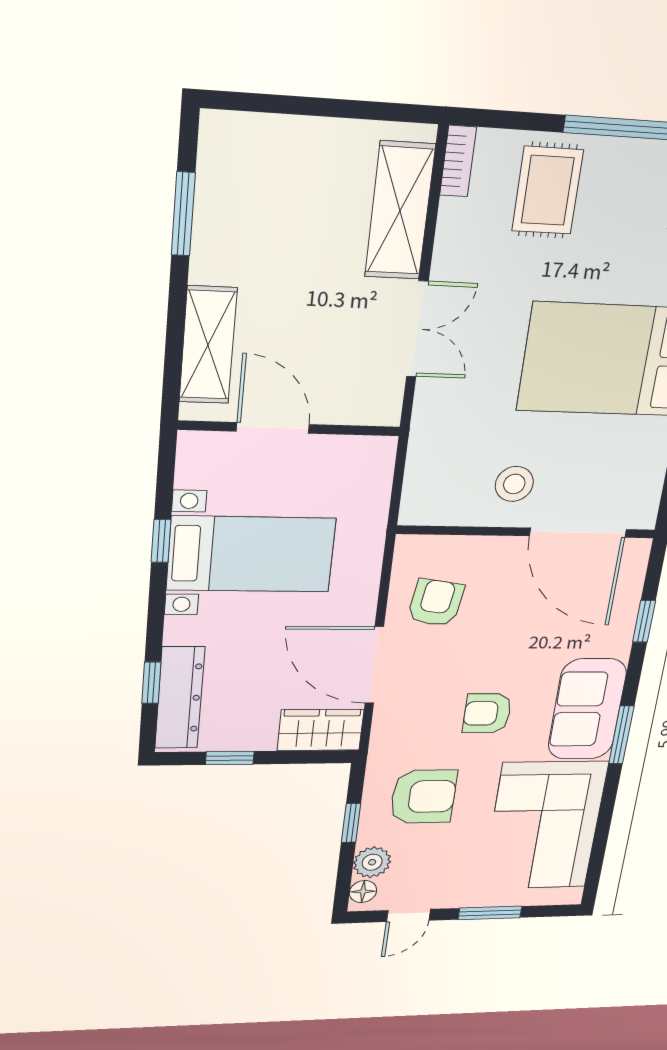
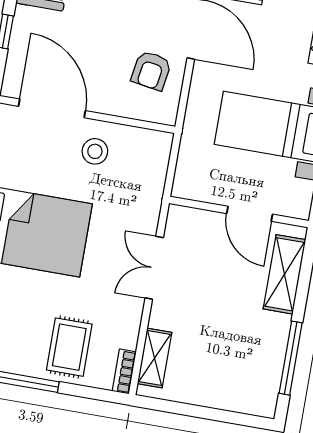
shelving: (400, 211) -> (155, 358), width x0.67, depth x0.75
window: (183, 214) -> (291, 358), width x1.44

